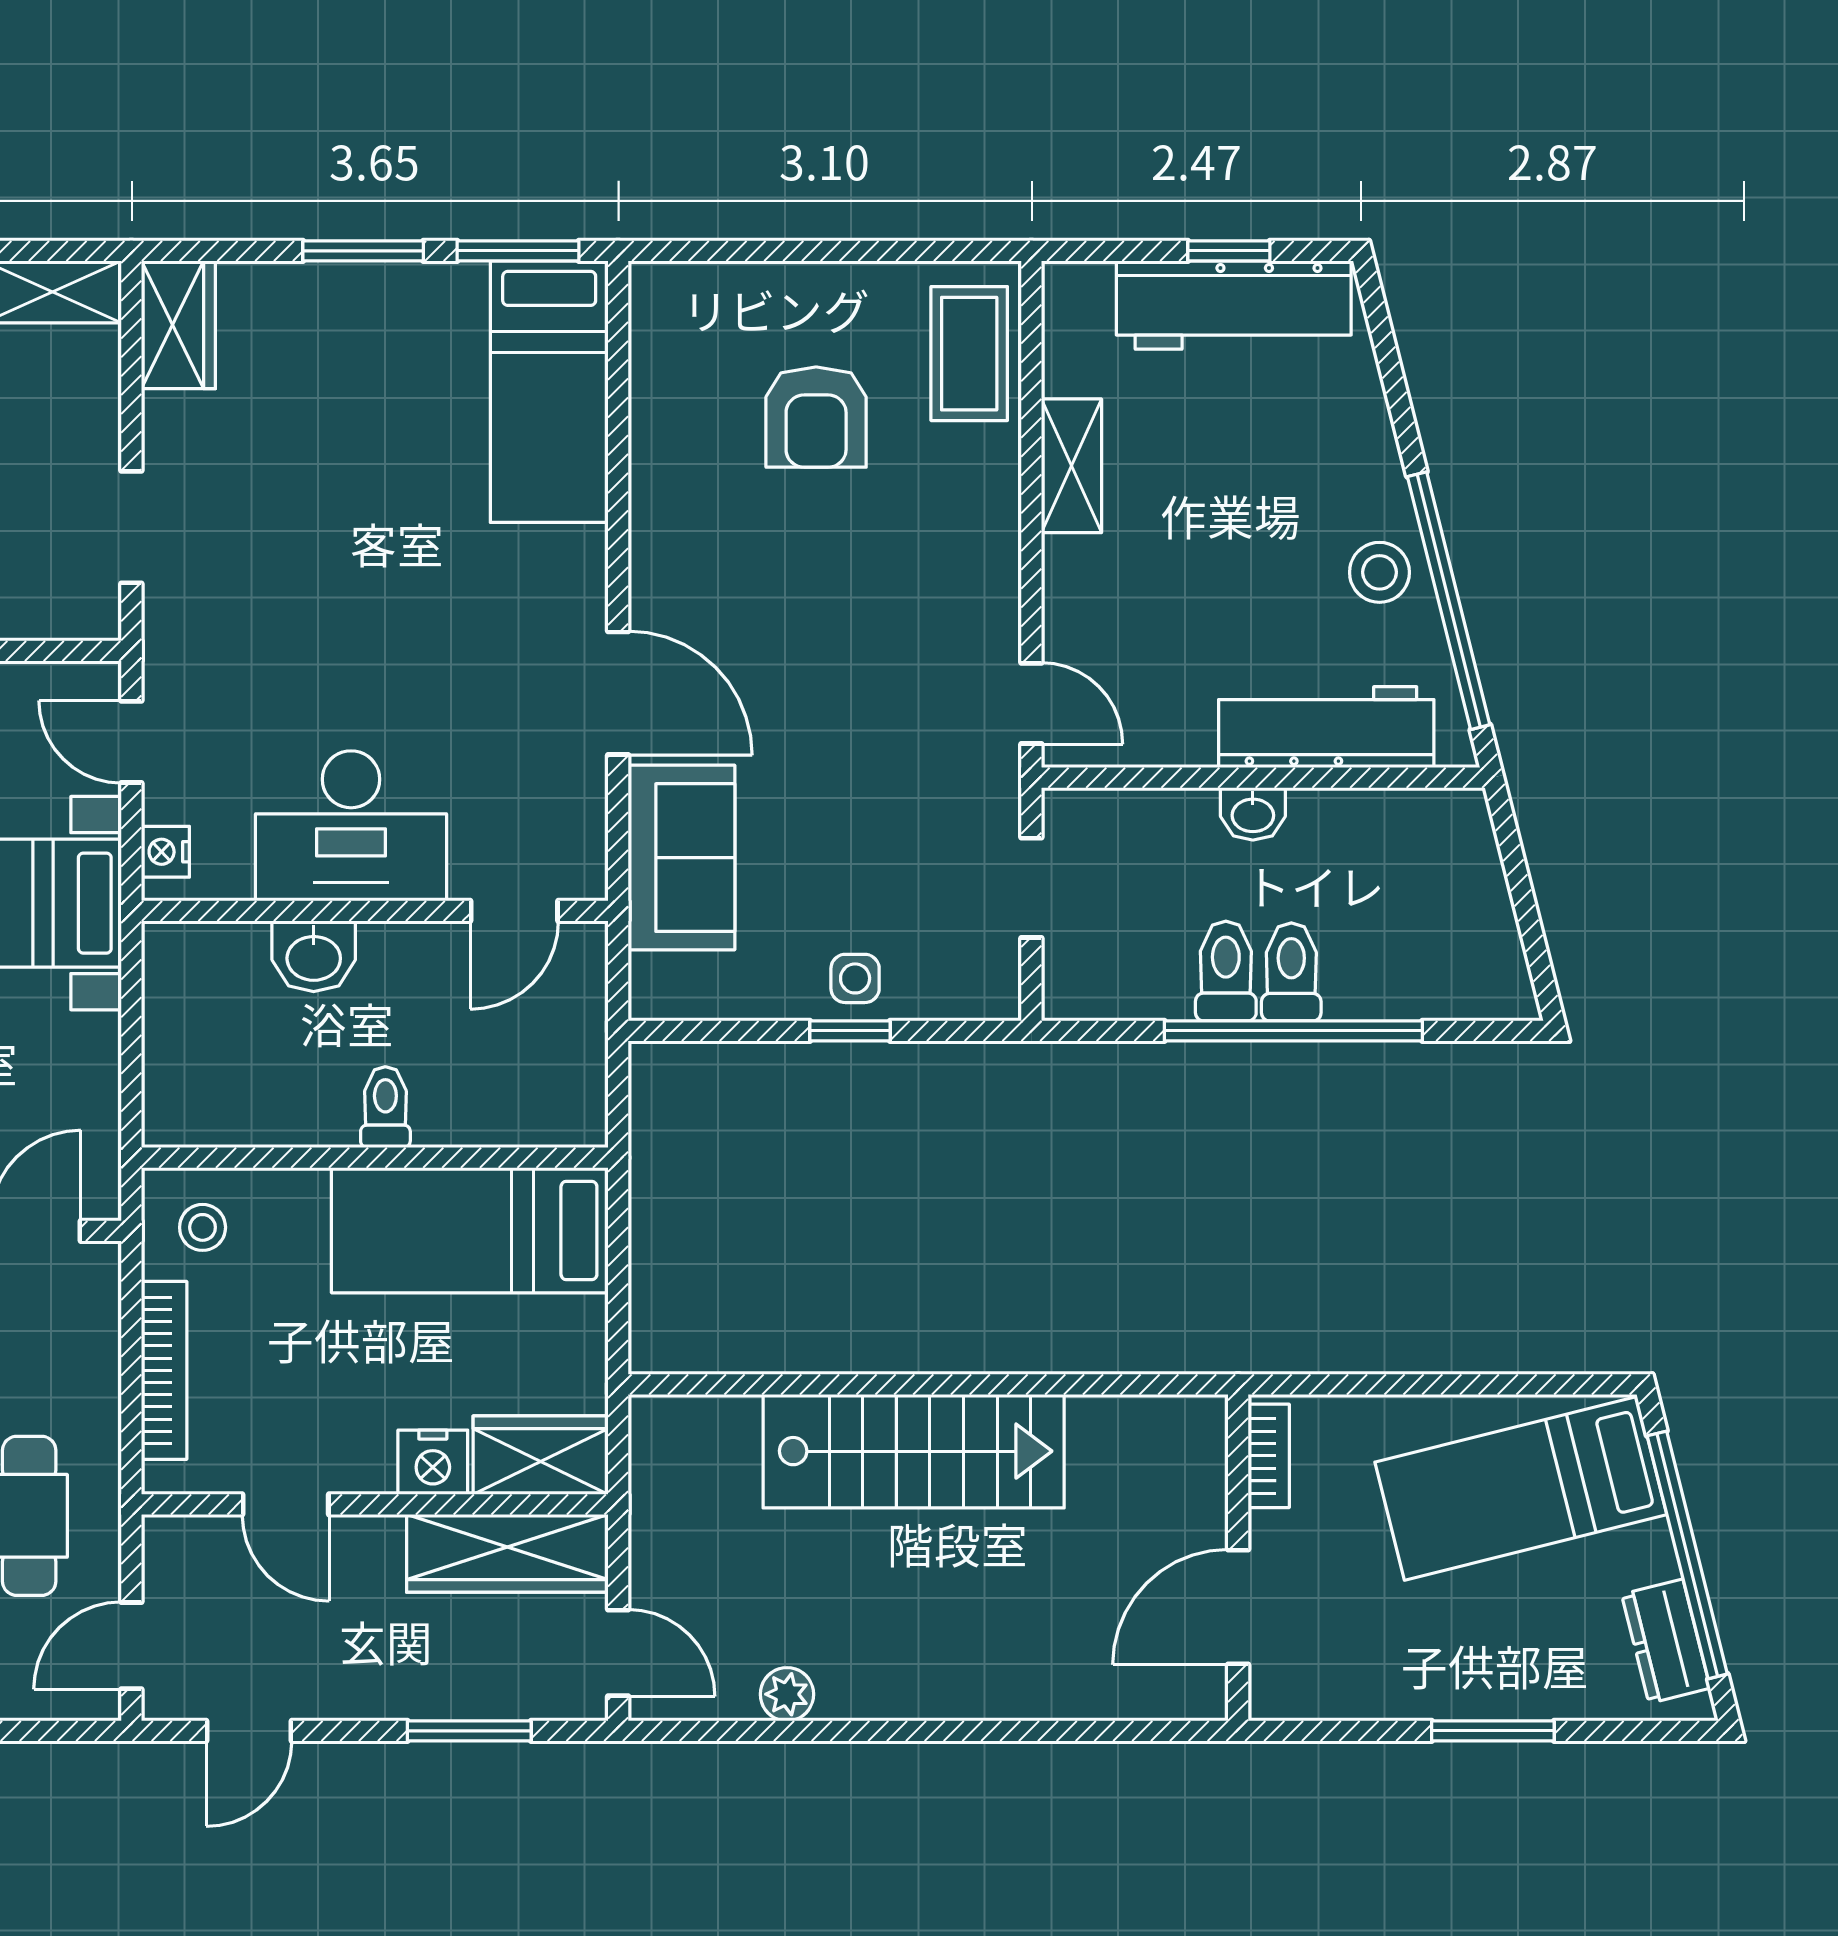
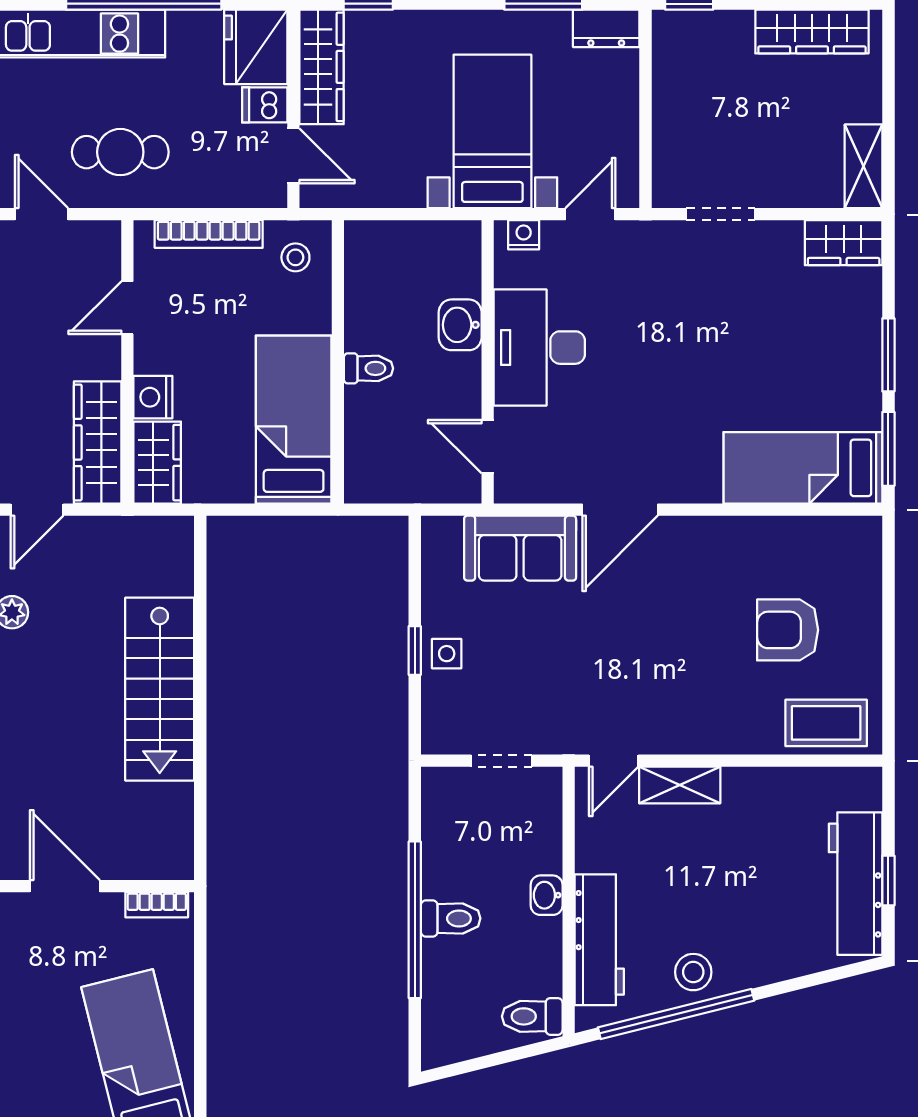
shelving: (1071, 466) -> (680, 785), moved
toilet: (1226, 971) -> (532, 1016), moved, turned 180

